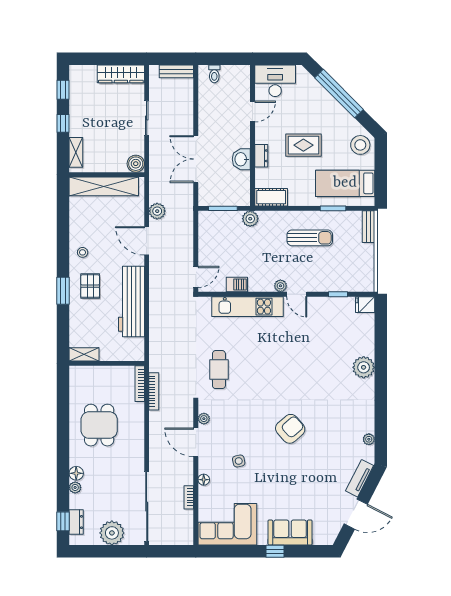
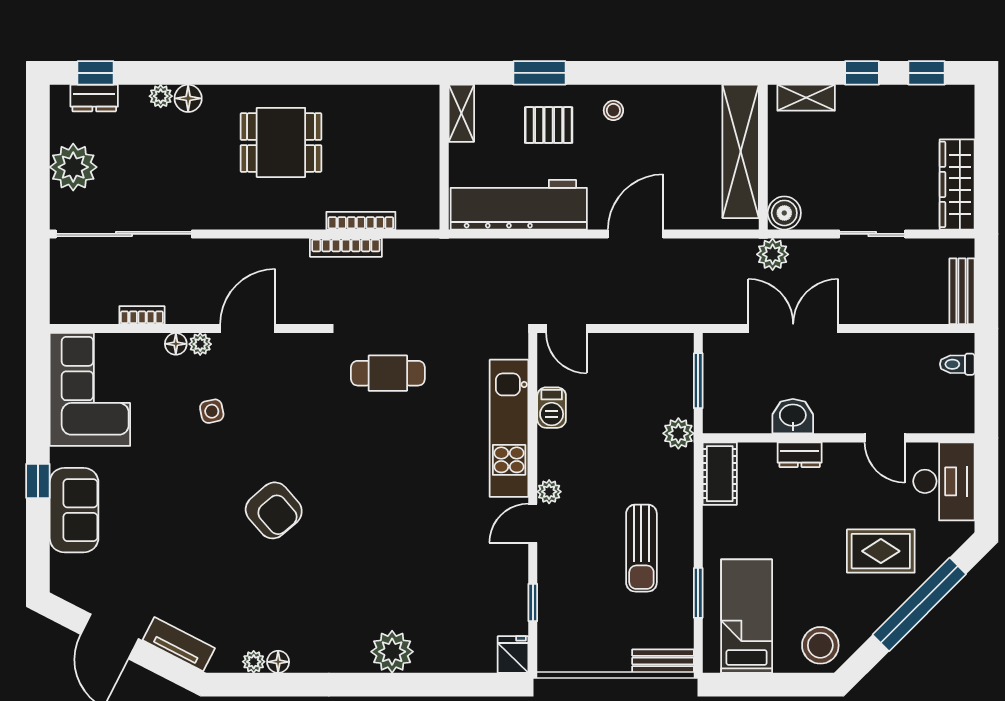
rug: (303, 145) -> (881, 551), moved, turned 90
plant: (157, 211) -> (773, 254), moved
shelving: (84, 354) -> (461, 113), moved
wall: (107, 363) -> (444, 157), moved
plant: (204, 419) -> (200, 344), moved
floor lamp: (369, 427) -> (278, 662), added

